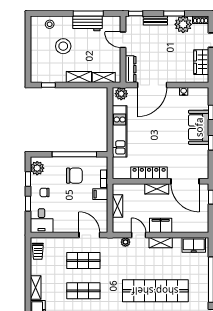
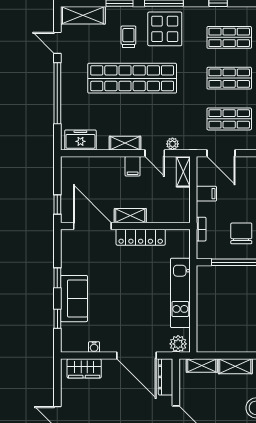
wardrobe: (201, 62) -> (84, 368), moved, turned 90
door: (152, 85) -> (137, 356), swing flipped
chair: (74, 176) -> (241, 233), turned 90
filing cabinet: (100, 194) -> (206, 194), moved
shelving: (117, 206) -> (183, 172), moved
filing cabinet: (161, 225) -> (133, 166), width x0.50

